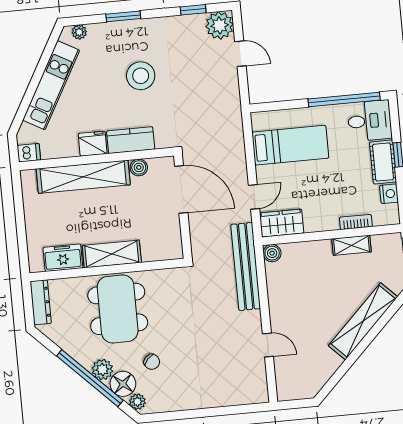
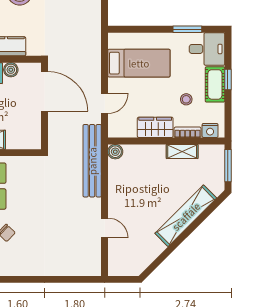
window: (344, 99) -> (187, 29), width x0.47
stool: (351, 183) -> (186, 99), added
nightstand: (389, 194) -> (210, 130), moved, turned 90
wardrobe: (282, 223) -> (155, 127), moved

